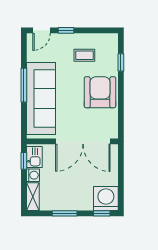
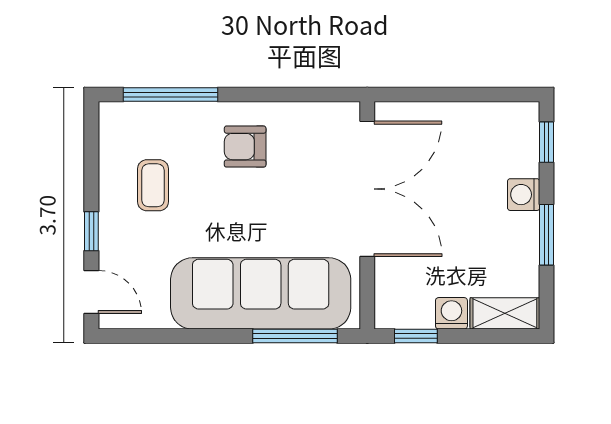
window: (121, 62) -> (171, 95), width x2.17
window: (24, 85) -> (295, 336), moved
armchair: (100, 92) -> (245, 147), width x0.53, depth x0.53
kitchen sink: (34, 157) -> (406, 310), removed
washing machine: (106, 198) -> (524, 195), moved, width x0.53, depth x0.53

